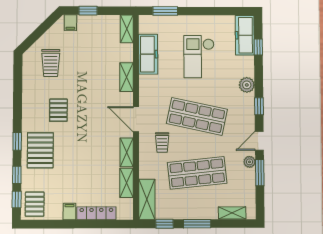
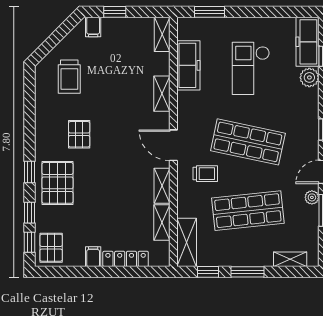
plant: (247, 85) -> (309, 77), moved
trolley: (162, 142) -> (205, 174), turned -90

